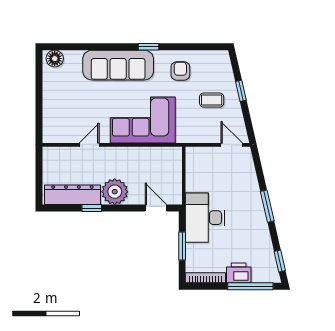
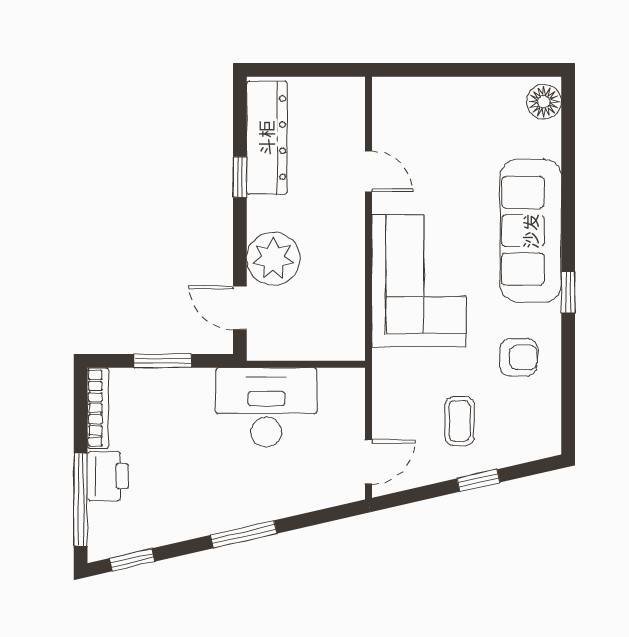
plant: (115, 192) -> (273, 259), moved
door: (156, 208) -> (240, 308), swing flipped
desk: (205, 218) -> (266, 407), moved

